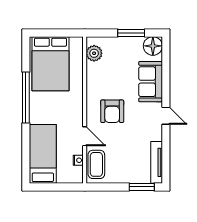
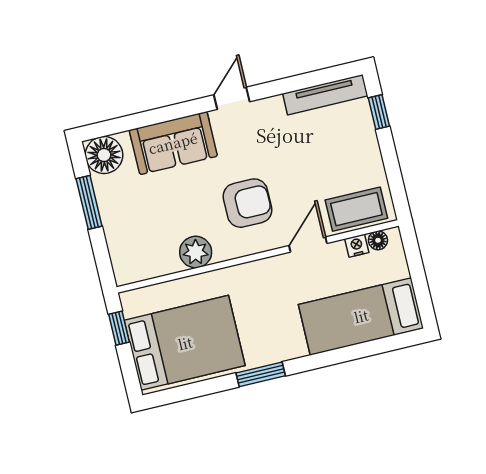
window: (65, 33) -> (119, 328), added
plant: (94, 53) -> (196, 252), moved
window: (26, 98) -> (261, 374), width x0.47
floor lamp: (78, 171) -> (378, 240), added
window: (142, 187) -> (379, 112), width x0.67

